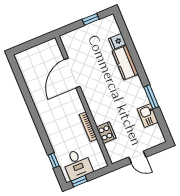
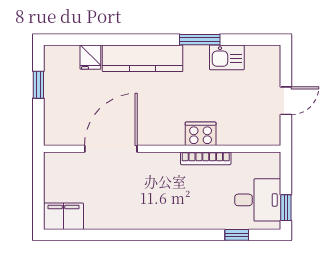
filing cabinet: (25, 62) -> (63, 216), added
kitchen counter: (125, 63) -> (143, 58), width x1.50
door: (72, 73) -> (111, 149), swing flipped
cooker: (106, 133) -> (201, 134), moved

